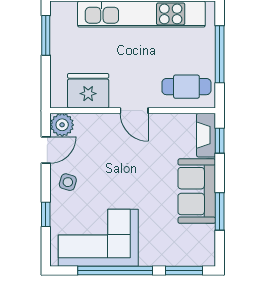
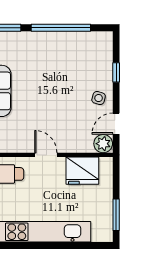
corner sofa: (98, 238) -> (74, 54), removed

